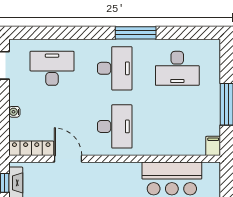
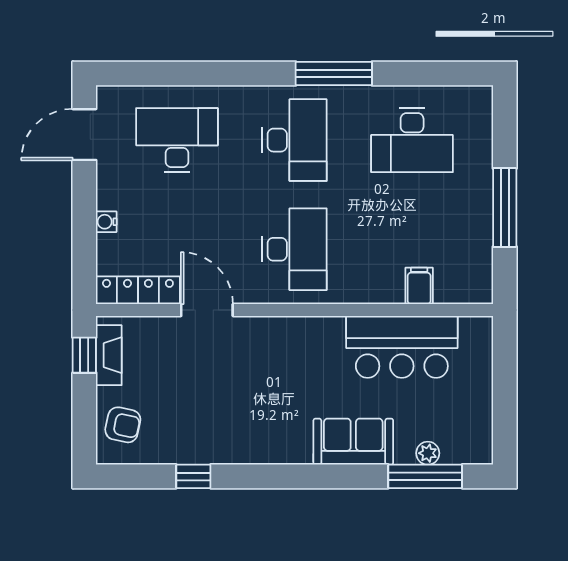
filing cabinet: (213, 146) -> (419, 286), moved

